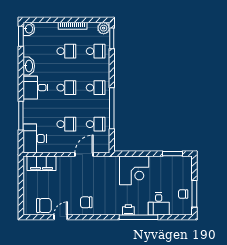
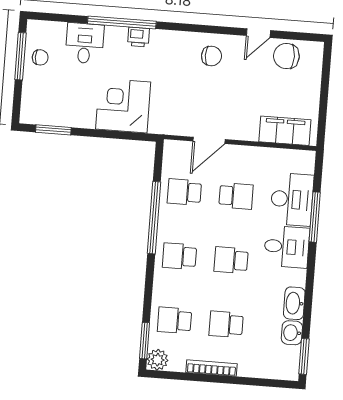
washbasin: (29, 29) -> (292, 333), moved
desk: (35, 88) -> (287, 247), moved
school desk: (66, 124) -> (236, 196), turned 180
desk: (35, 139) -> (292, 199), moved

